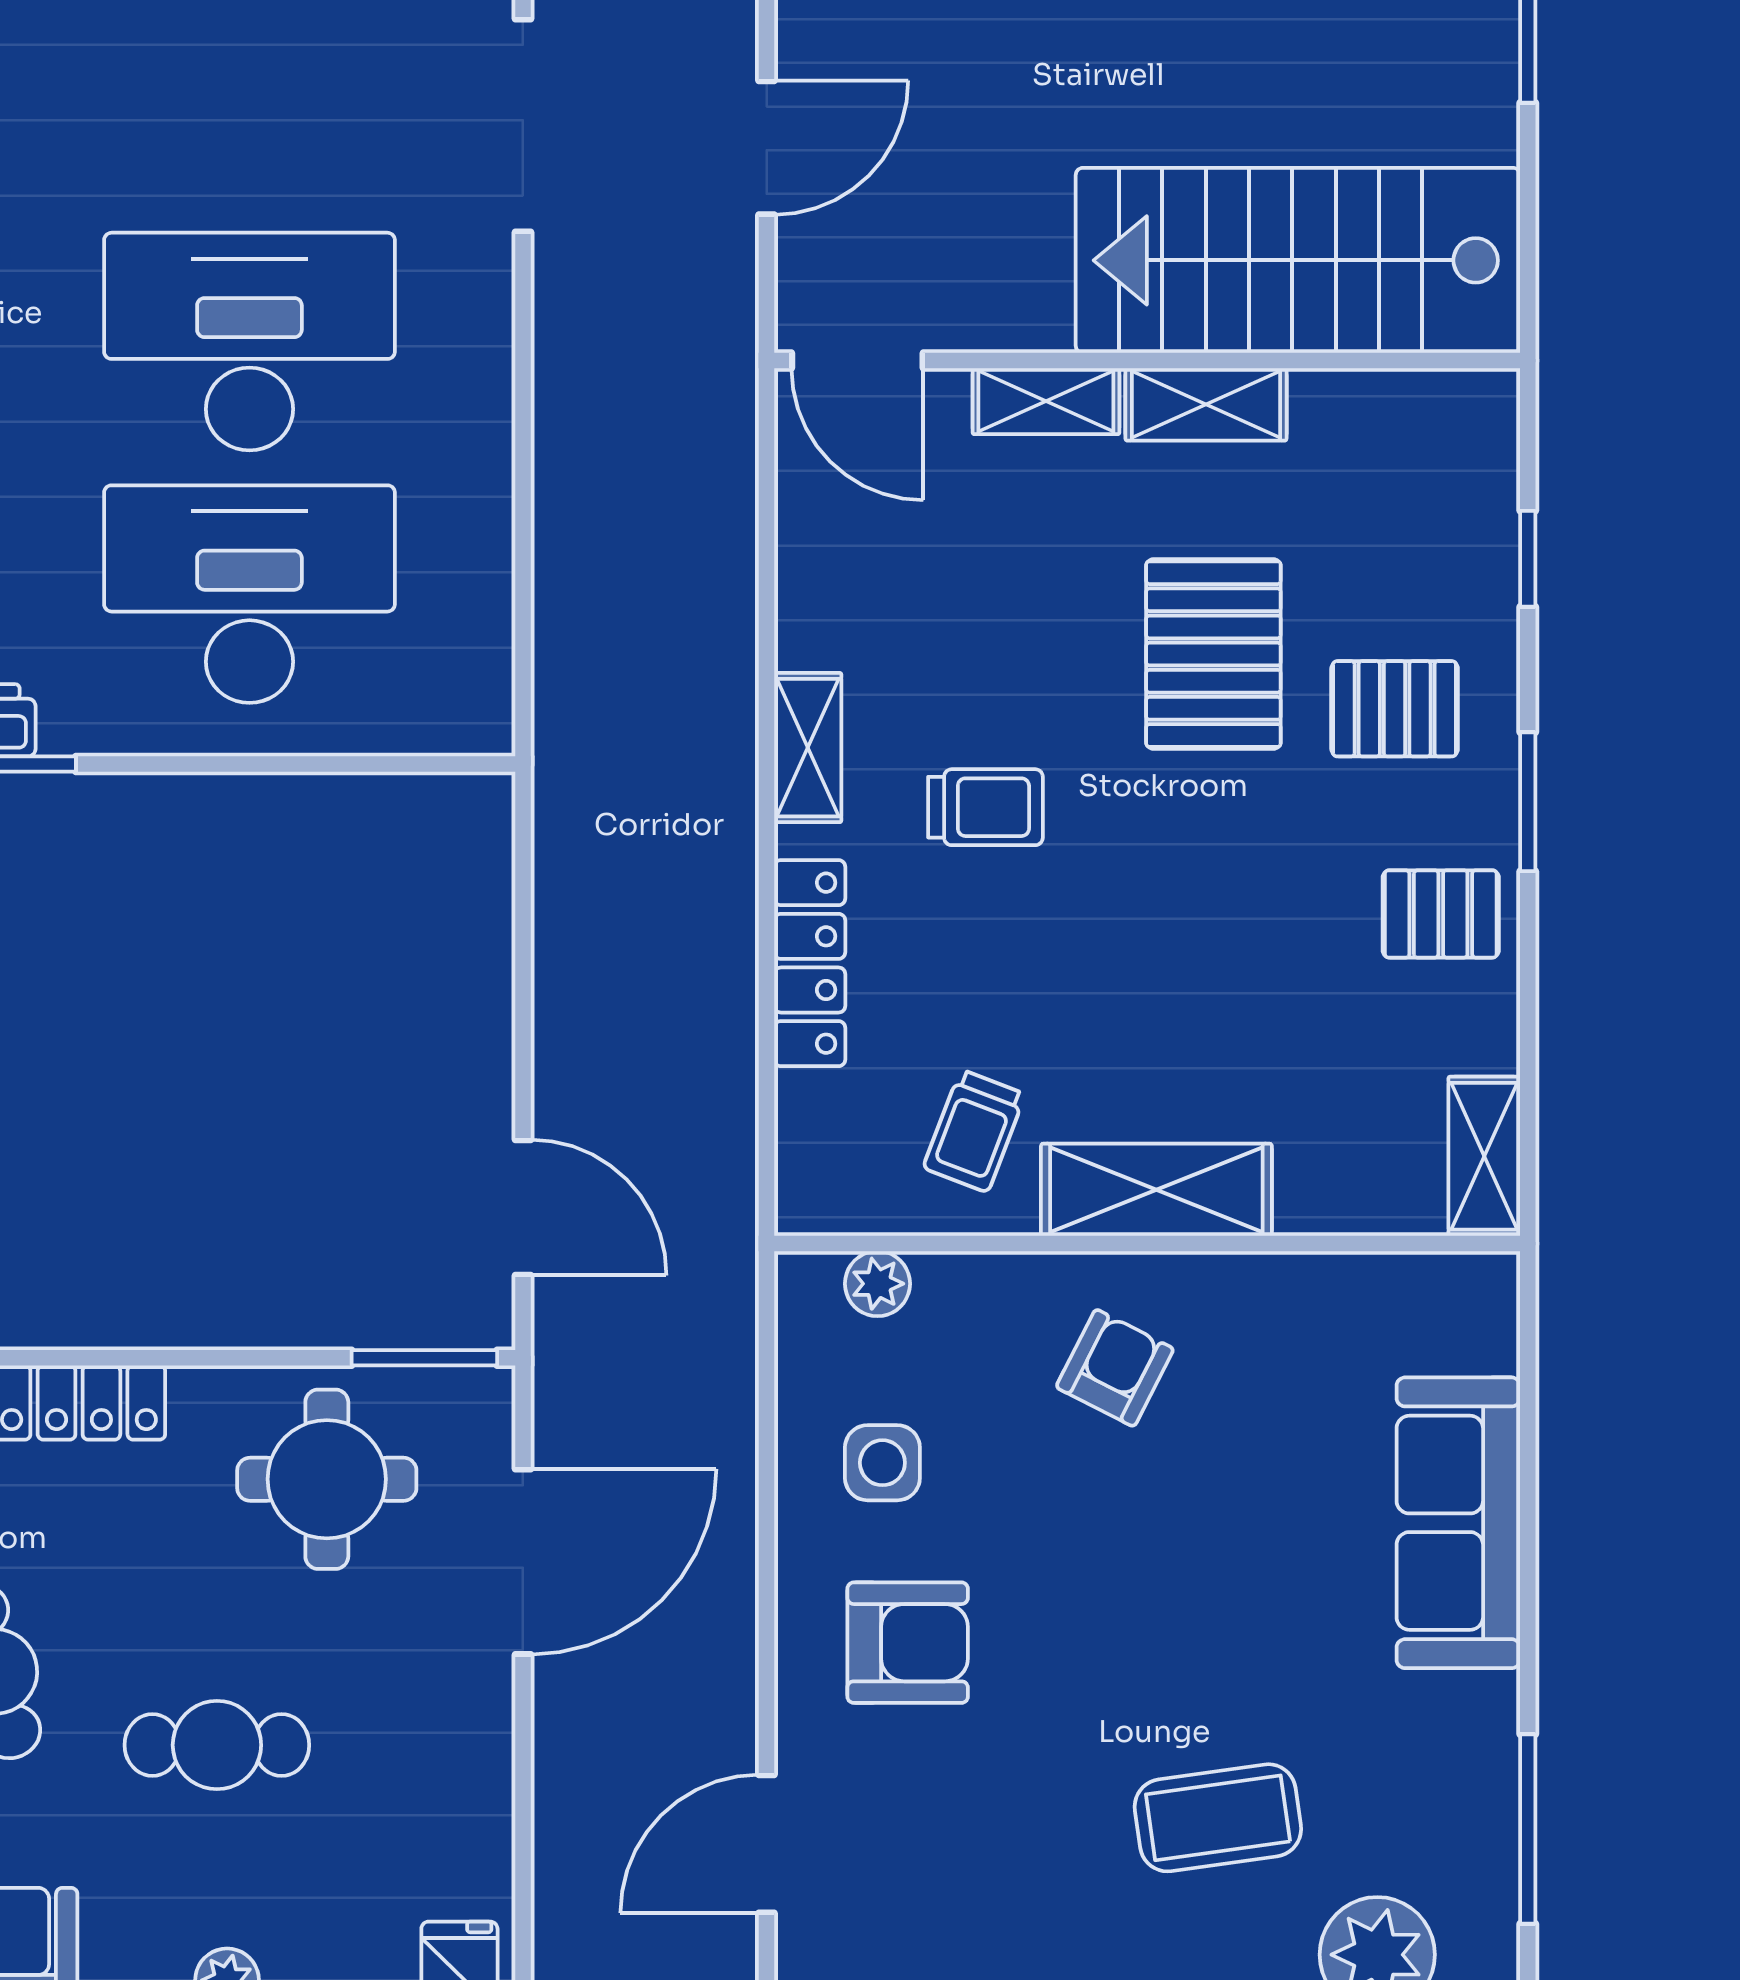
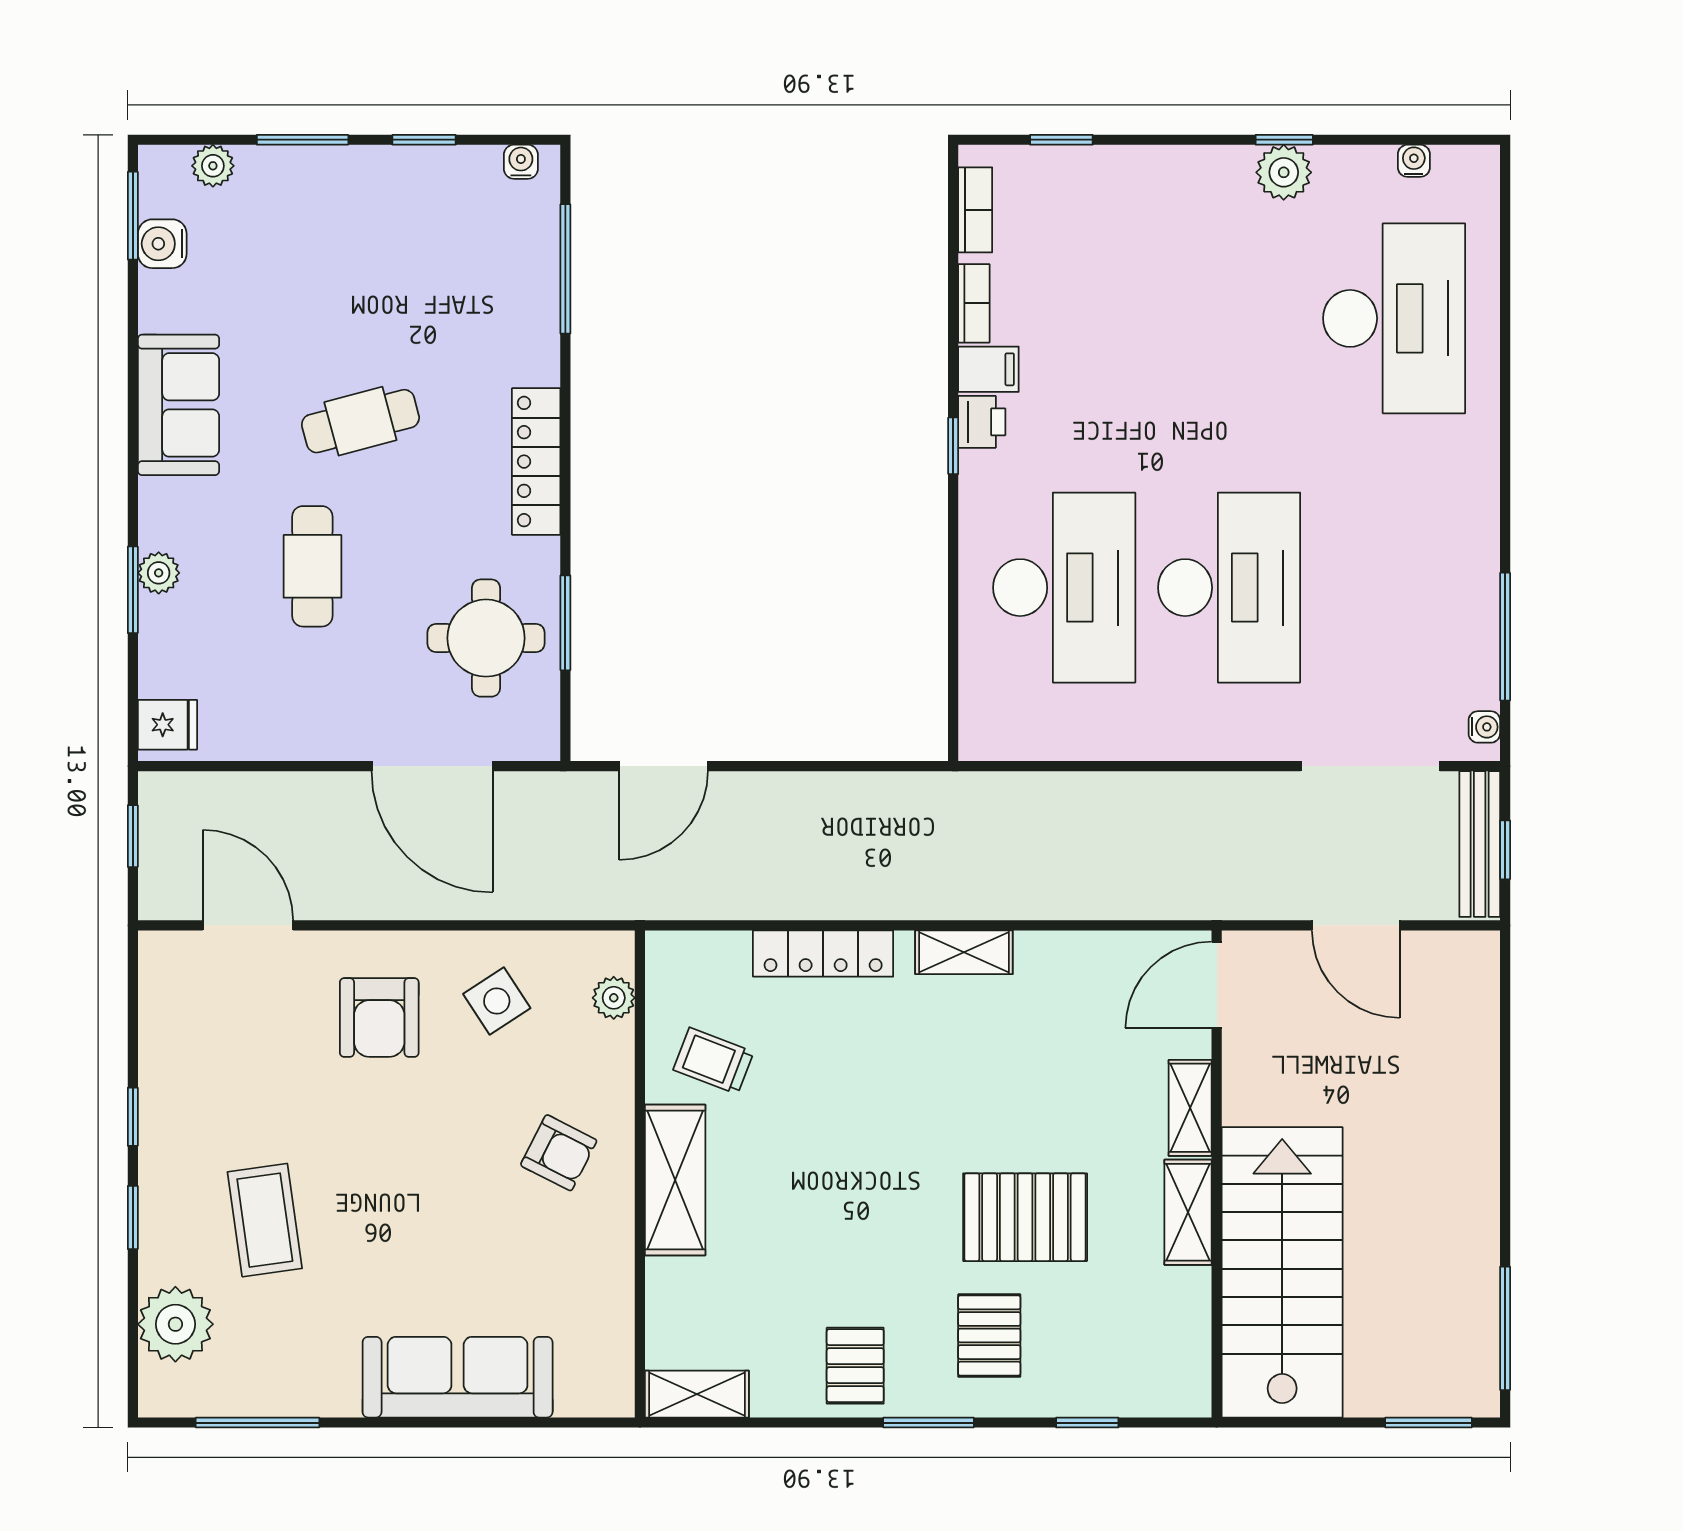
trolley: (985, 807) -> (925, 1068), removed
window: (424, 1358) -> (565, 623), moved
side table: (882, 1463) -> (497, 1001), turned -33

